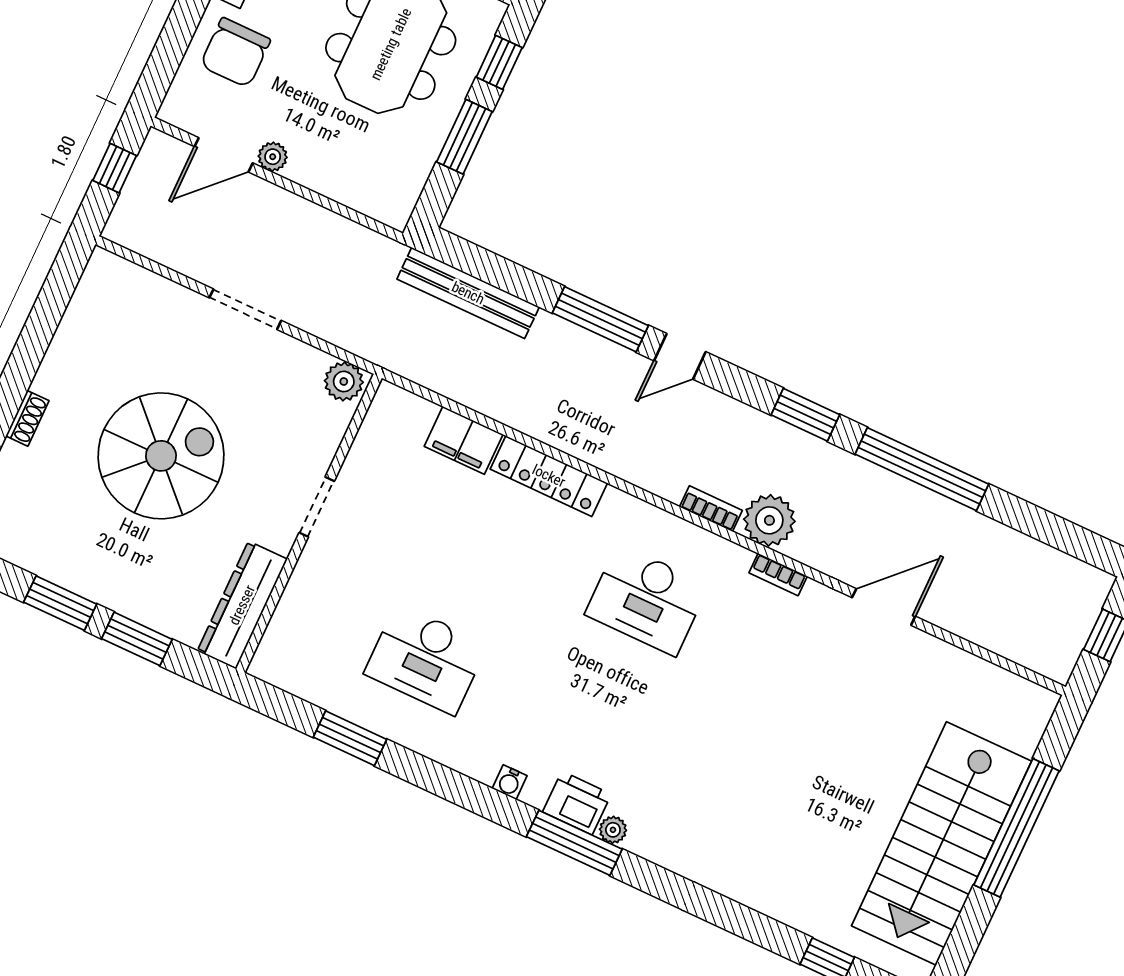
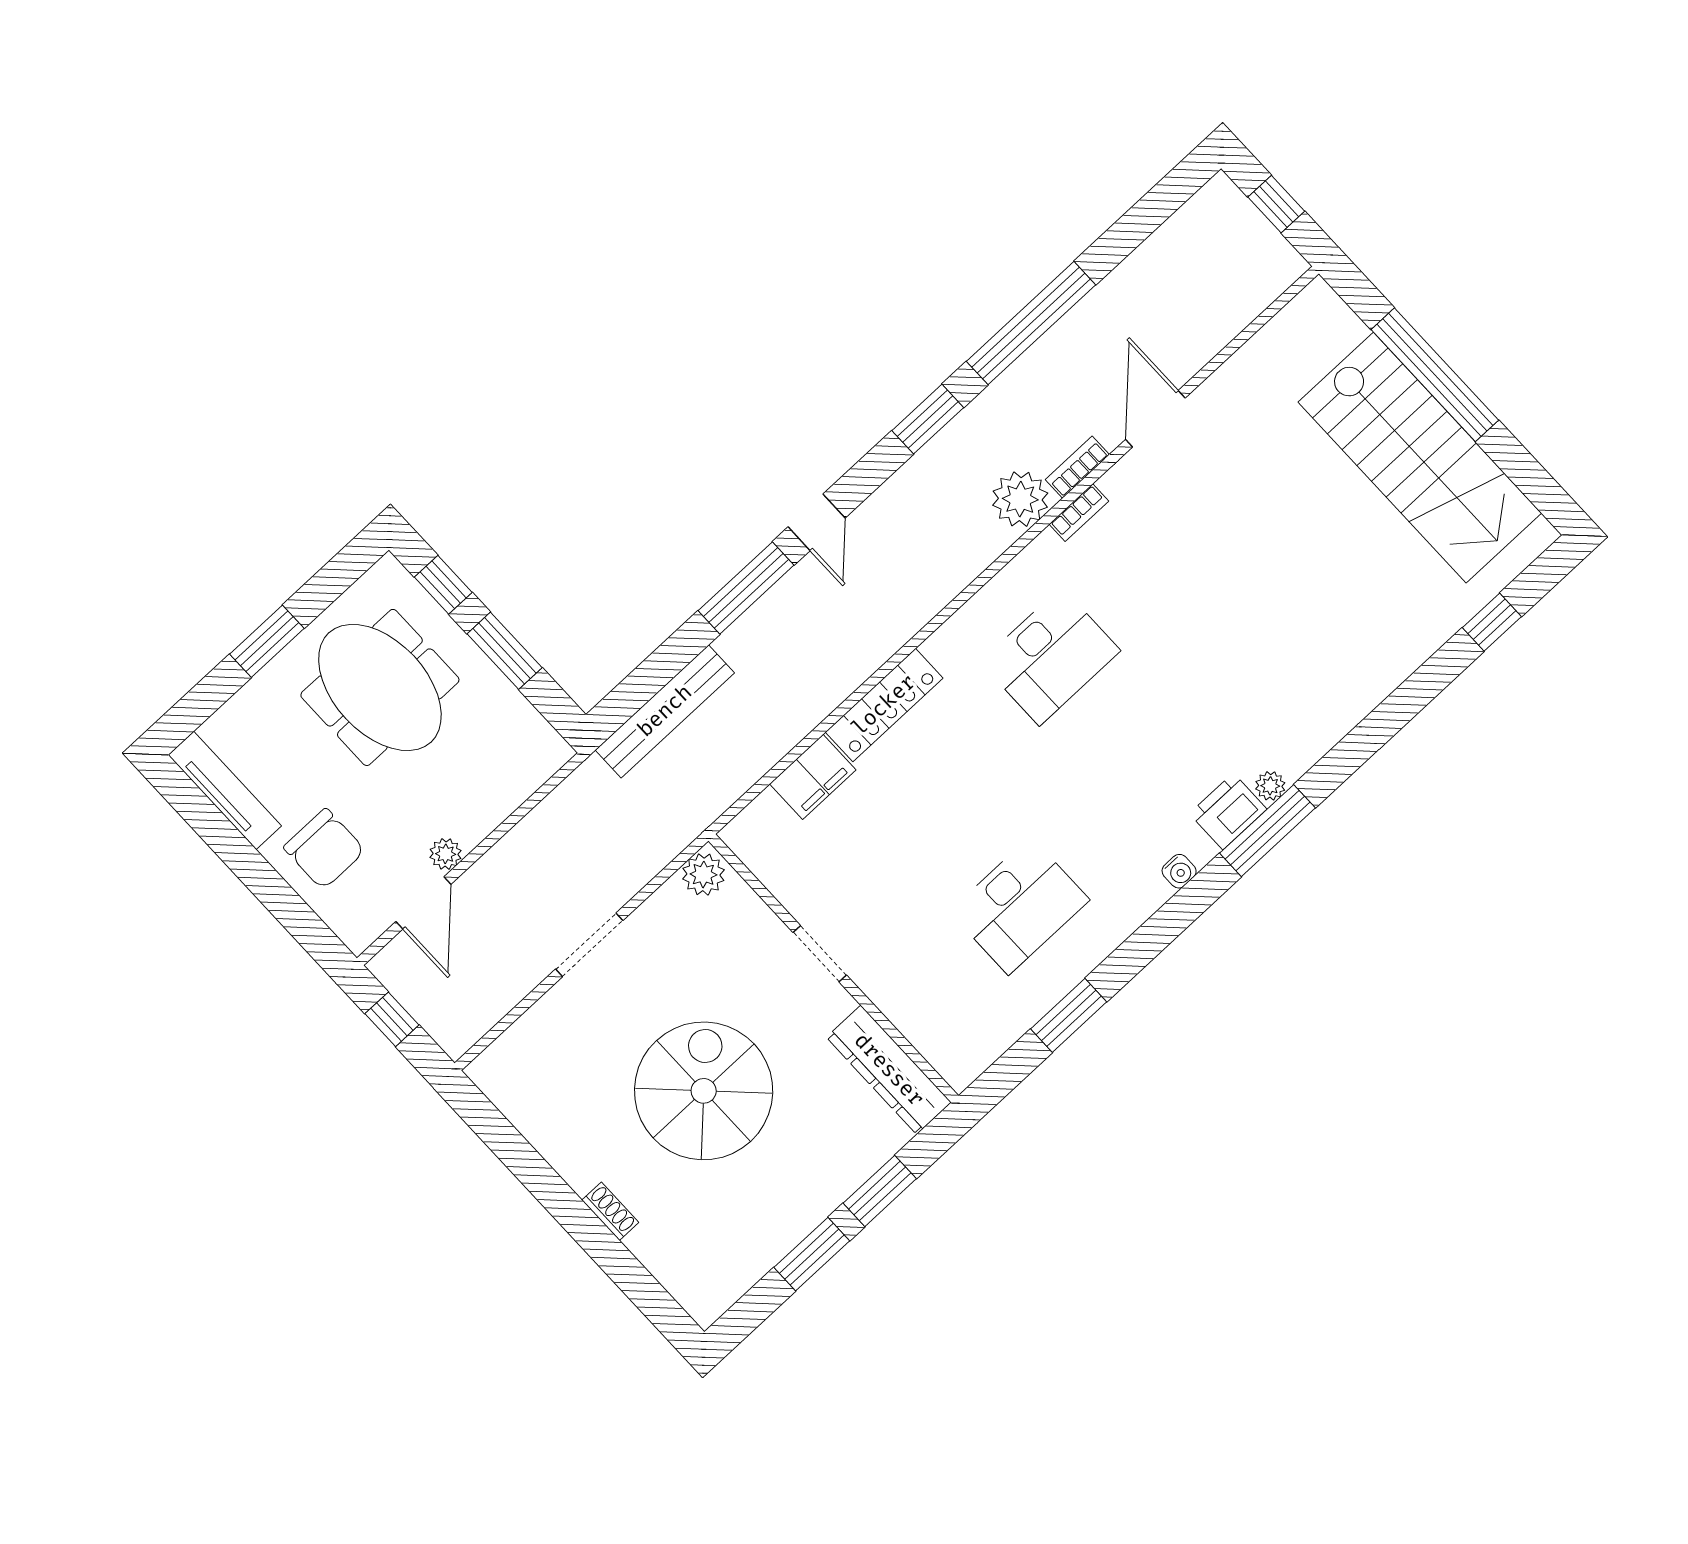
bookcase: (711, 509) -> (1077, 467), moved

